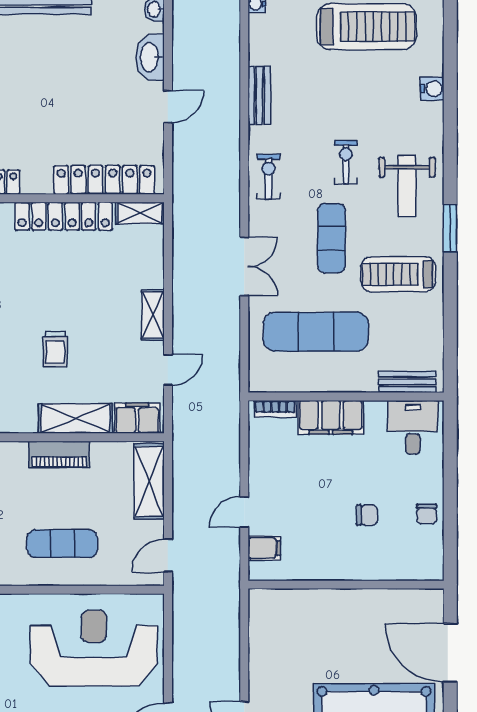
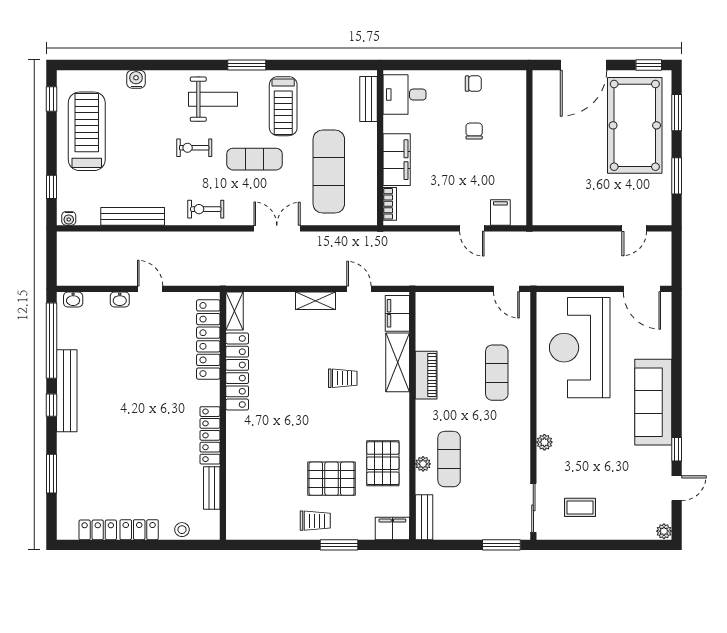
washbasin: (150, 57) -> (120, 299), width x0.52, depth x0.69
bench: (259, 95) -> (133, 216), width x1.36
shelving: (149, 481) -> (447, 304), removed

